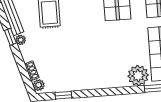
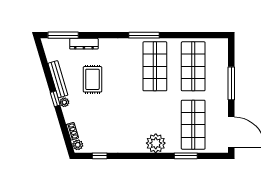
plant: (138, 76) -> (156, 143), moved

